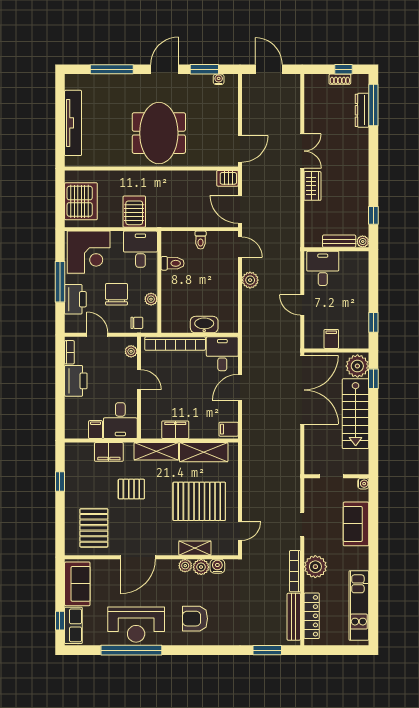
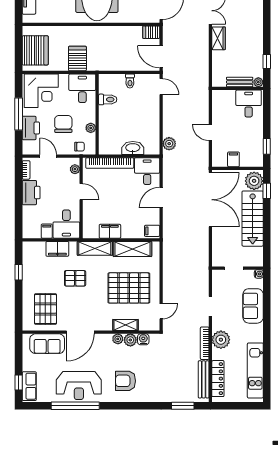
desk: (323, 268) -> (249, 104), moved
plant: (250, 280) -> (169, 144), moved
sofa: (77, 584) -> (47, 344), moved, turned 90

